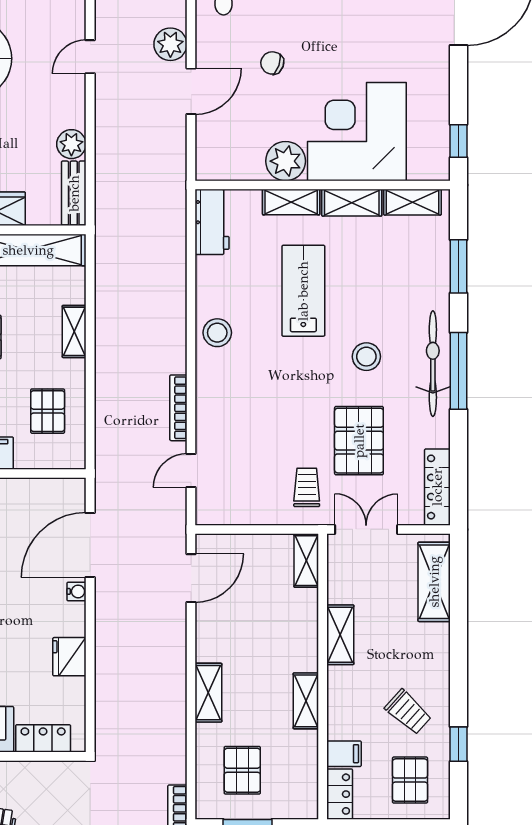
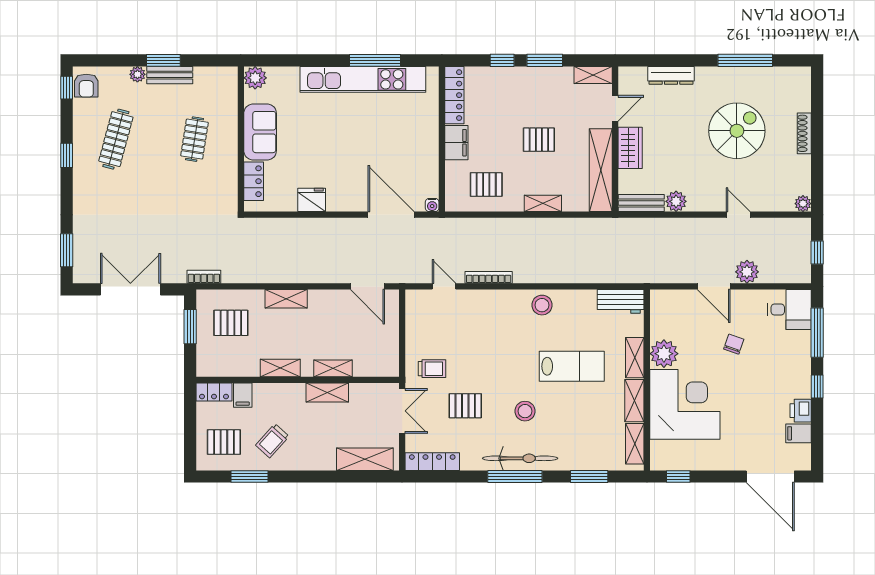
pallet: (359, 441) -> (465, 406), width x0.67, depth x0.71
shelving: (306, 561) -> (333, 368), moved
water cooler: (77, 591) -> (432, 205), moved
window: (458, 744) -> (249, 477), width x1.50

